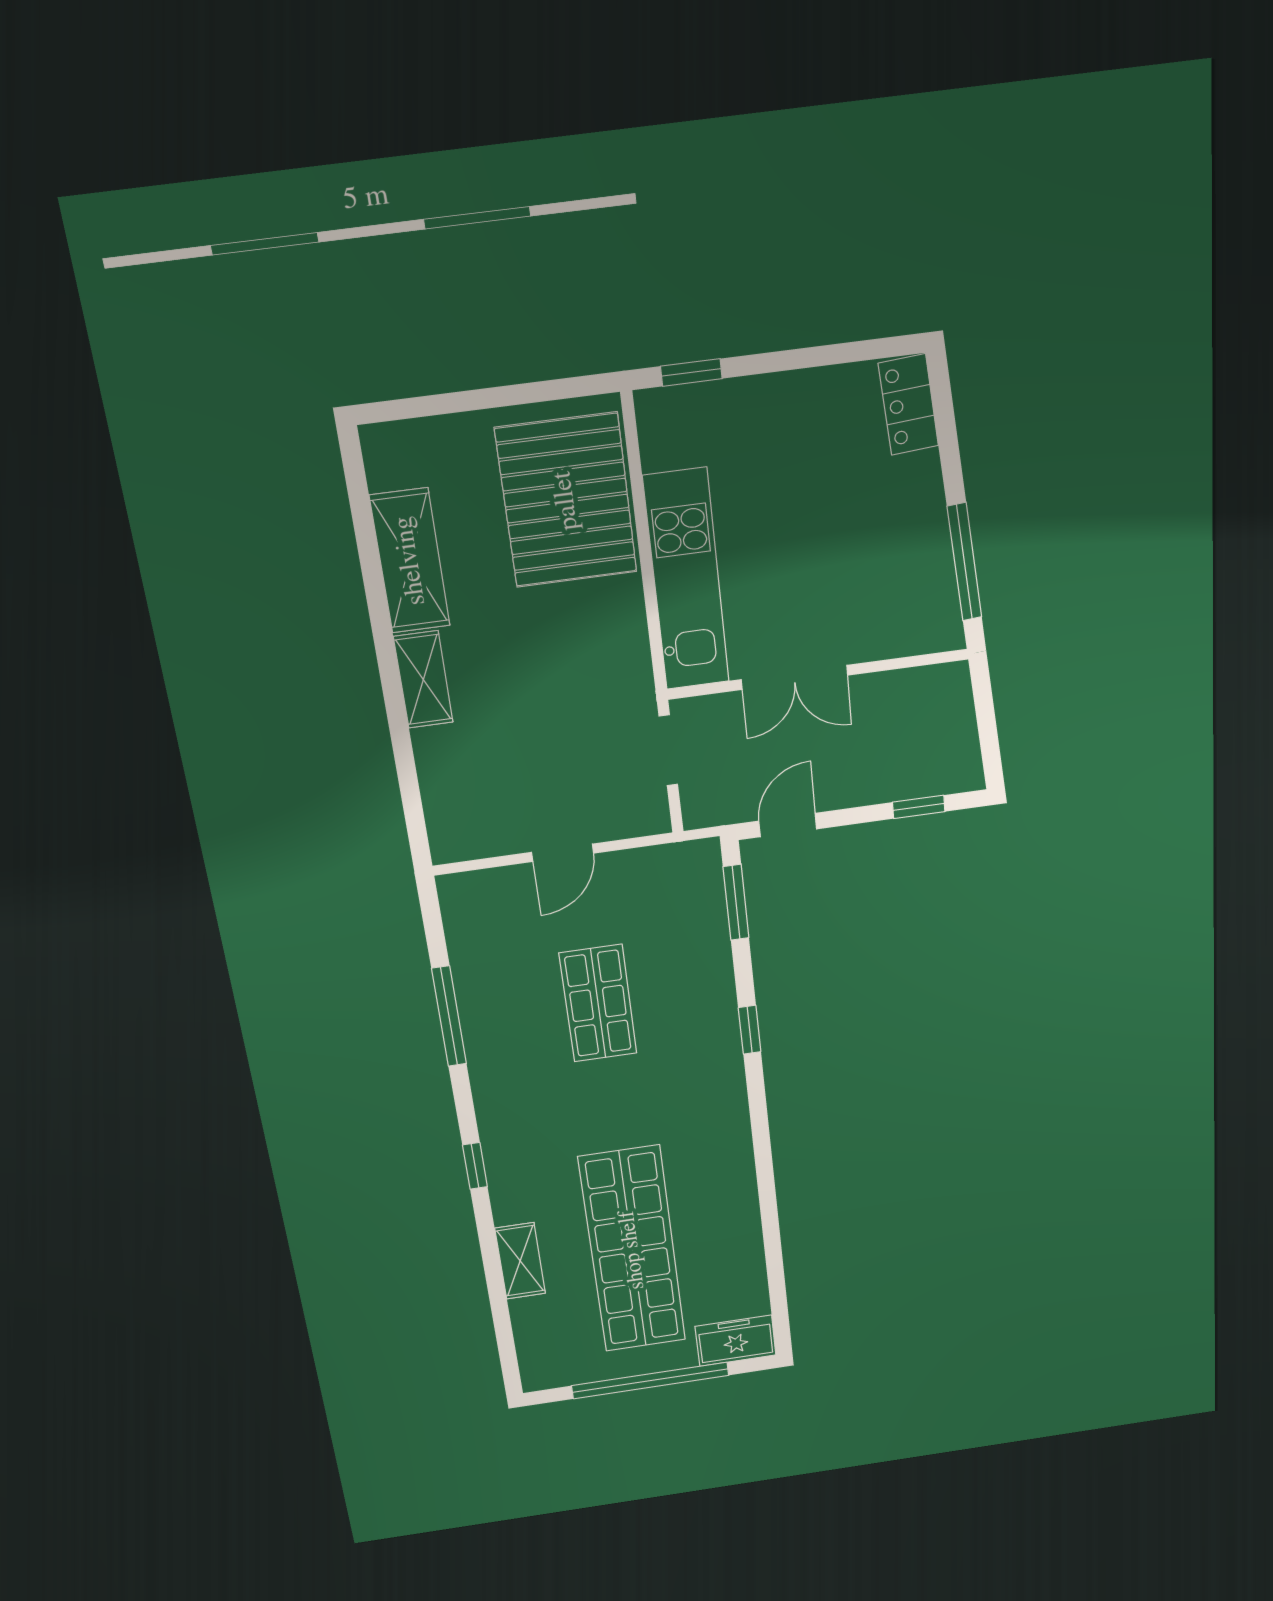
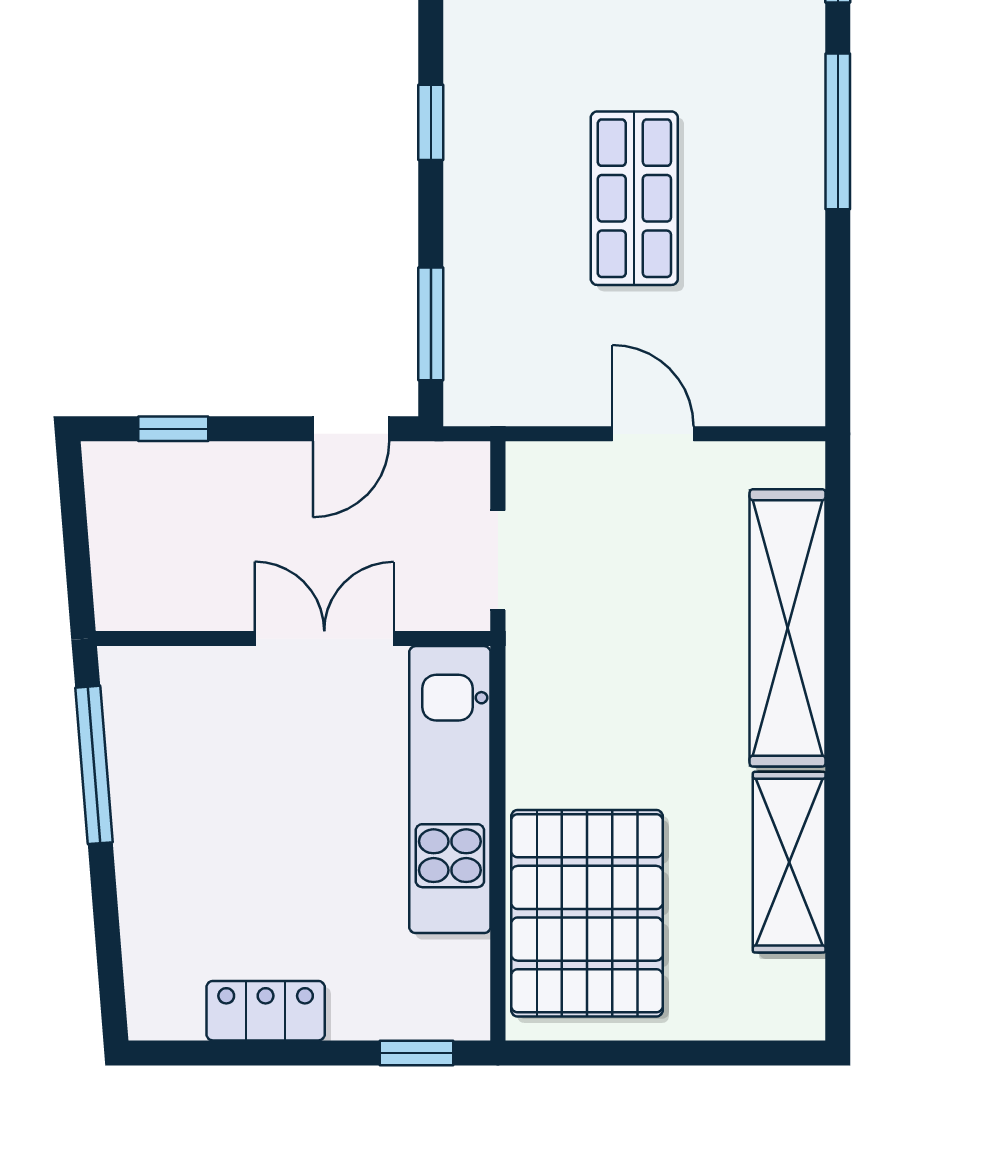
locker: (908, 405) -> (266, 1011), moved, turned -85
shelving: (423, 680) -> (788, 628), width x2.20, depth x1.33
door: (563, 853) -> (653, 434), hinge flipped
window: (449, 1016) -> (838, 131), moved

